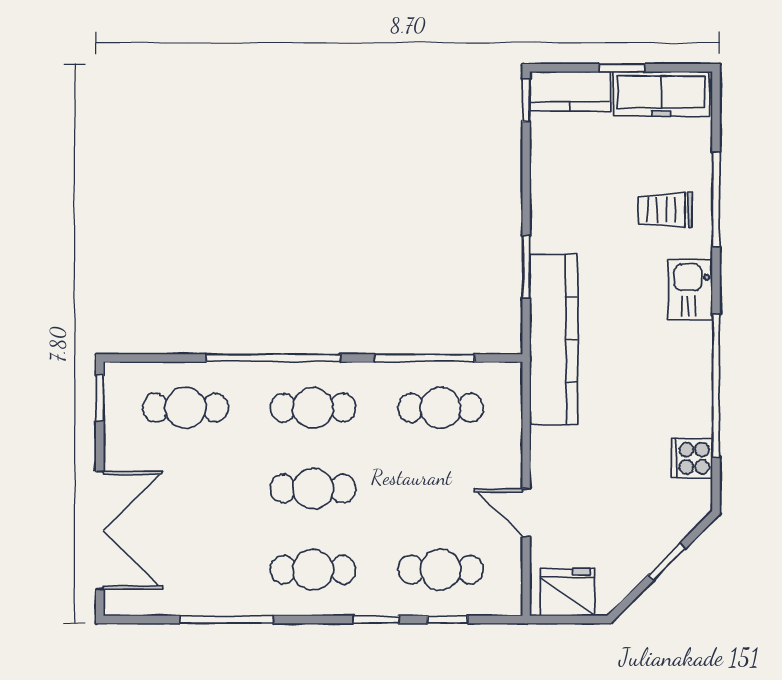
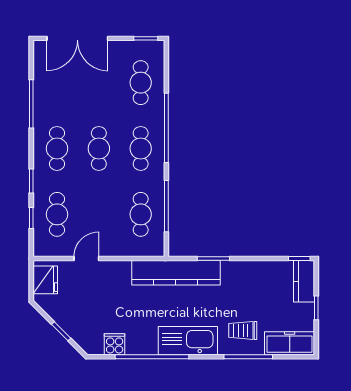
freezer: (661, 94) -> (290, 343), moved, turned 90
trolley: (665, 210) -> (243, 330), turned -90
kitchen sink: (690, 290) -> (188, 341), width x1.88, depth x1.24

